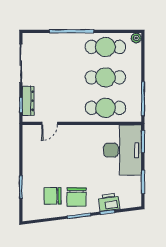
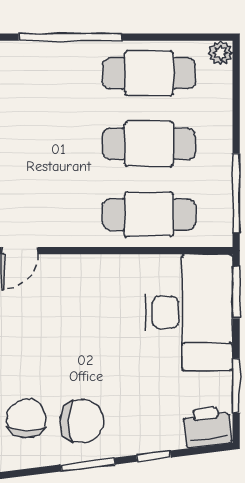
chair: (52, 196) -> (26, 418), turned 90
chair: (76, 197) -> (82, 421), turned -90
printer: (109, 202) -> (207, 427), moved

